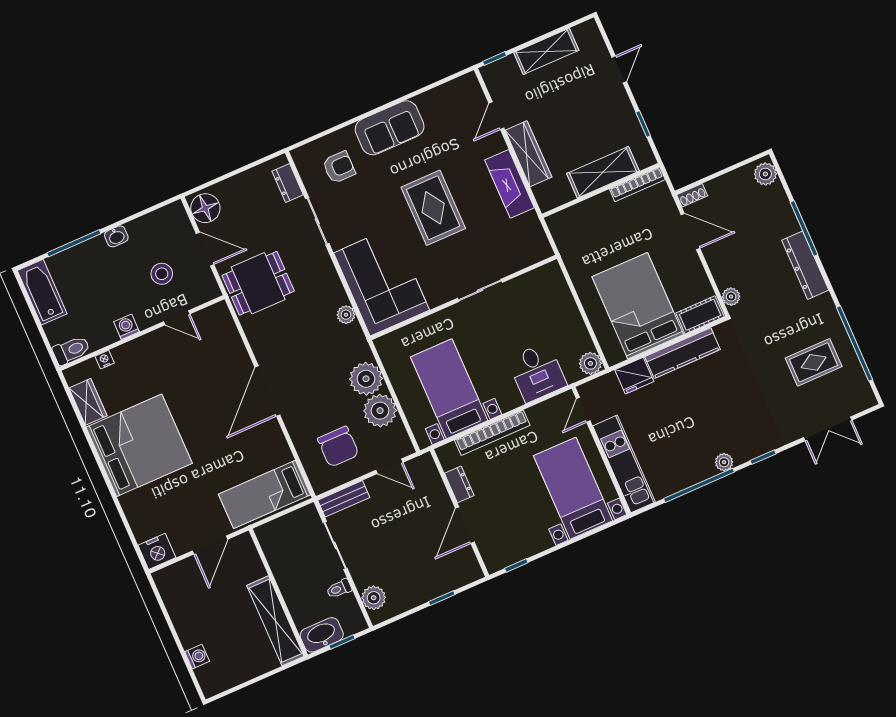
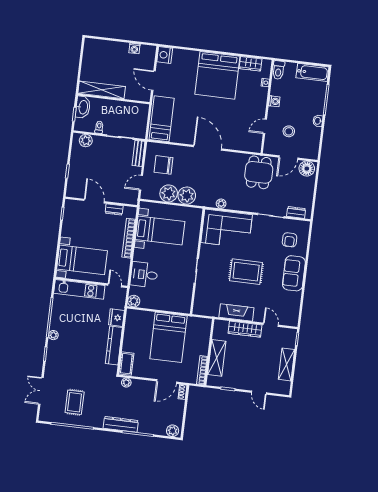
bed: (638, 306) -> (168, 337), moved, turned 90
washing machine: (197, 657) -> (134, 48), moved

